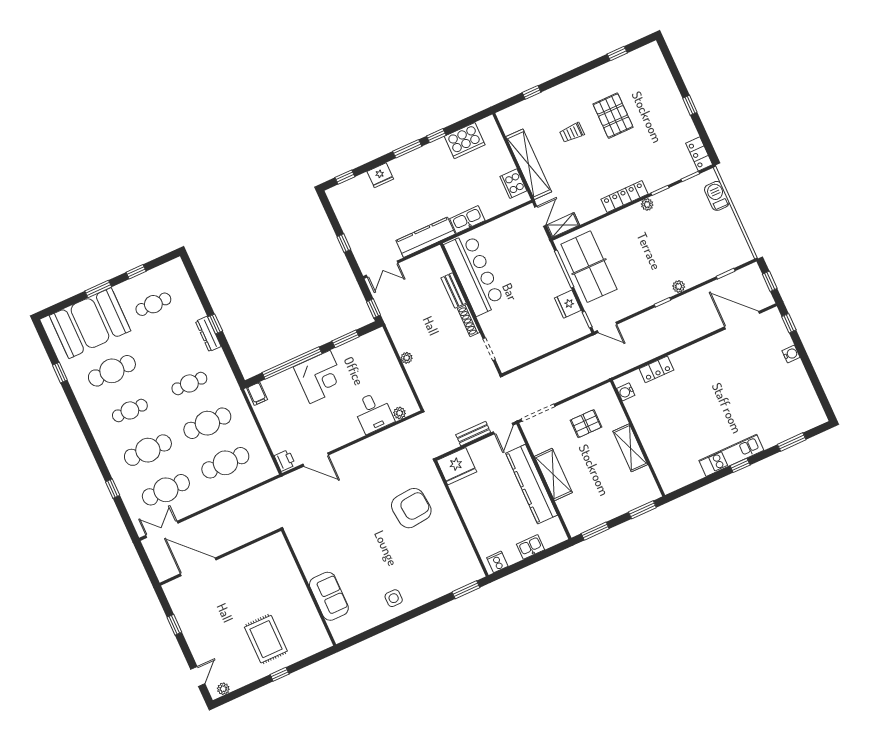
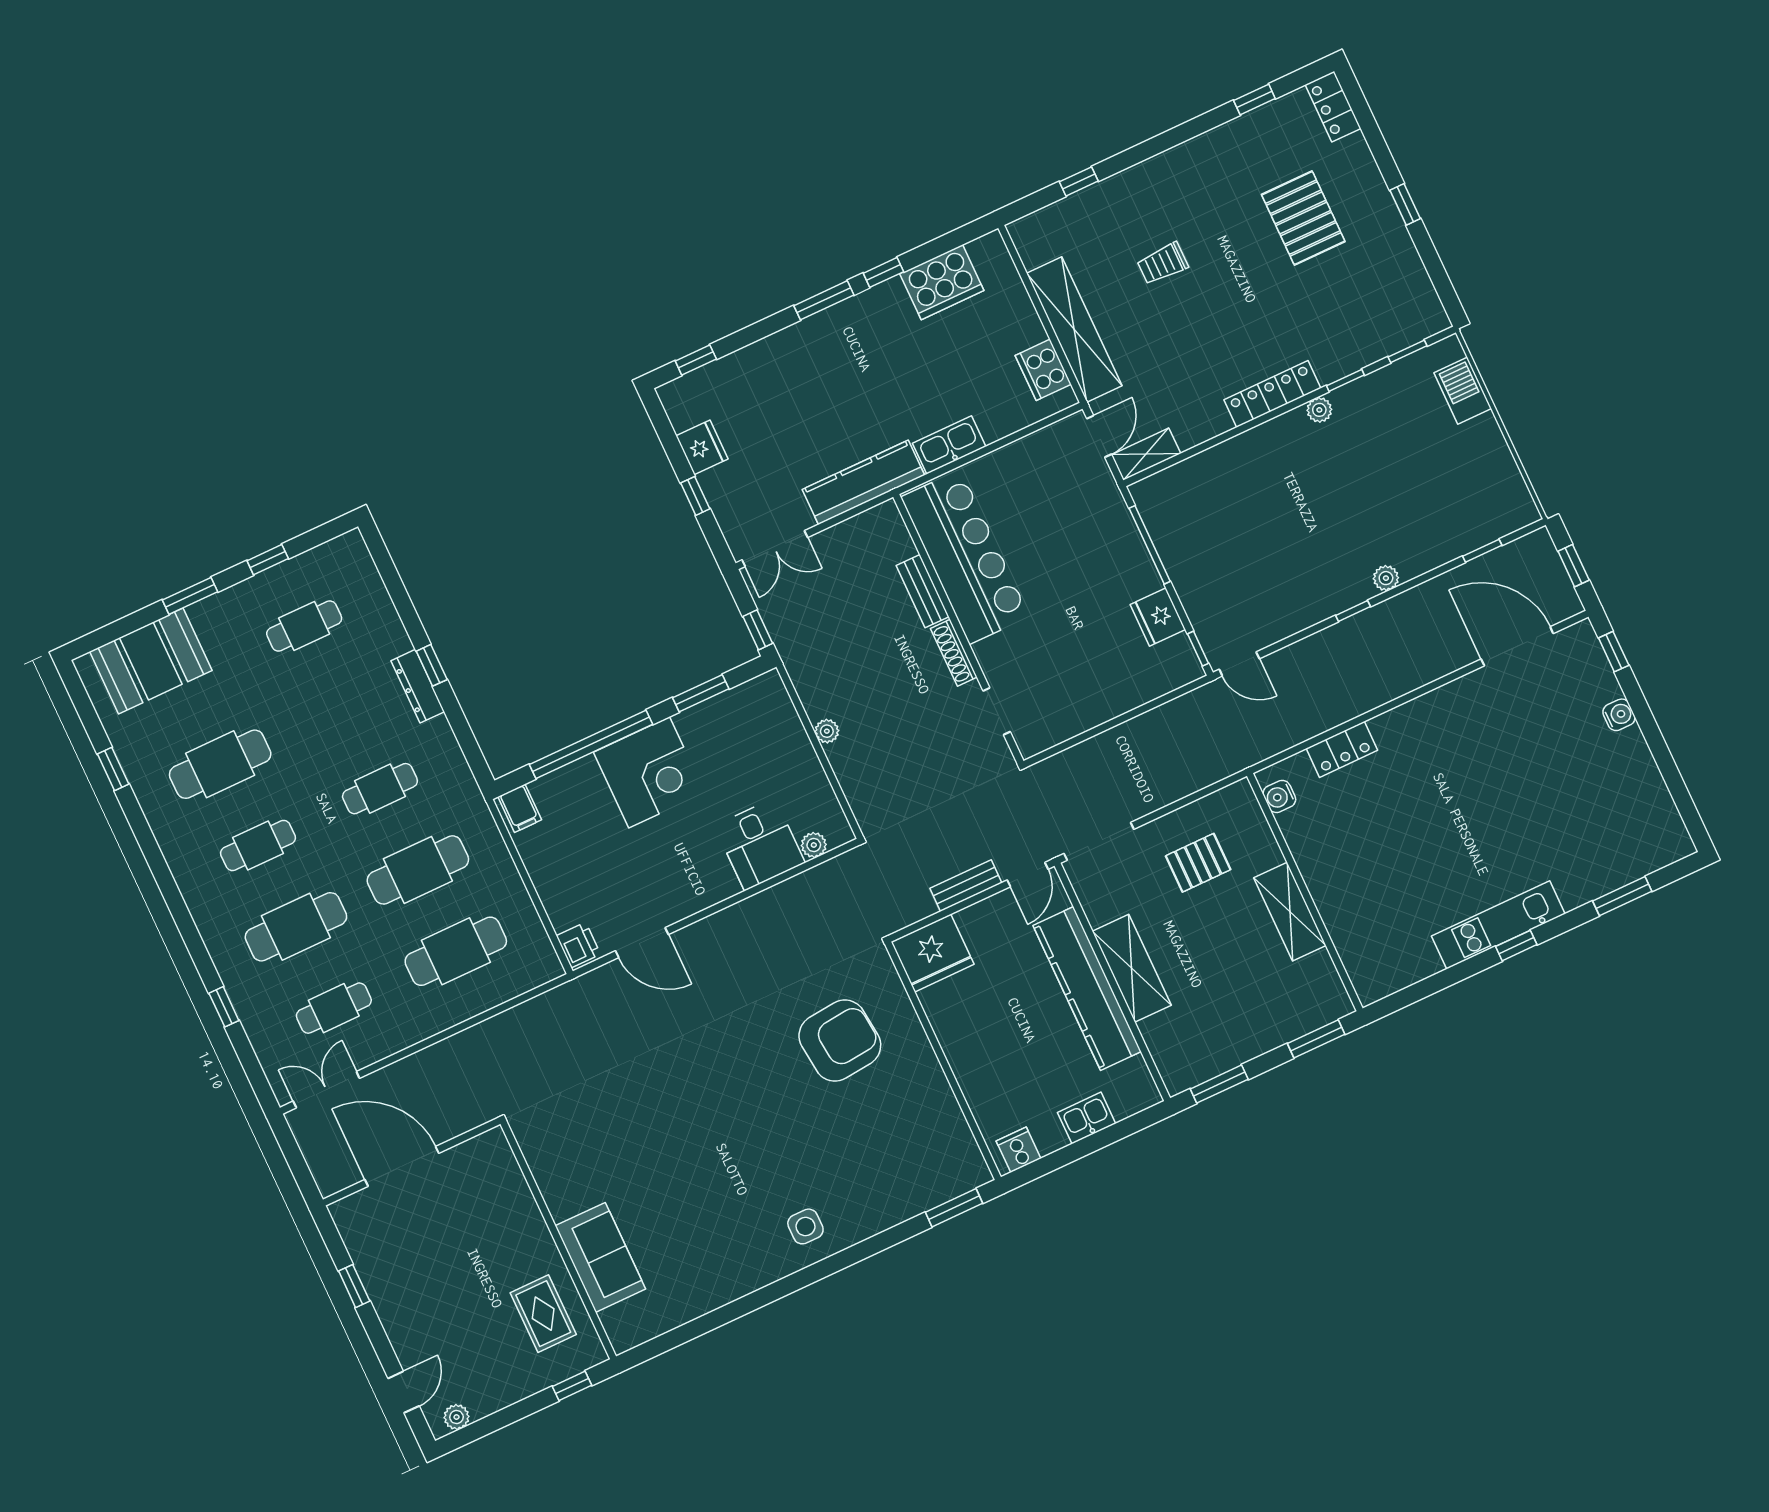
pallet: (613, 116) -> (1303, 218), moved
locker: (699, 154) -> (1333, 107), moved
fridge: (380, 175) -> (702, 447), moved, turned -90
table tennis table: (589, 267) -> (1201, 539), removed
booth: (90, 323) -> (151, 661), width x0.73, depth x0.70
cafe table: (166, 490) -> (334, 1008), width x0.73, depth x0.74
wall: (309, 588) -> (558, 1240), moved
sofa: (329, 596) -> (600, 1257), moved
rug: (266, 639) -> (543, 1314), width x0.73, depth x0.70

